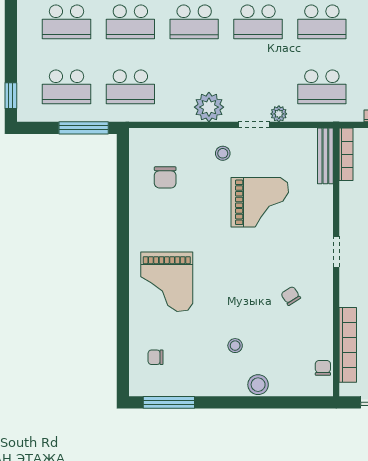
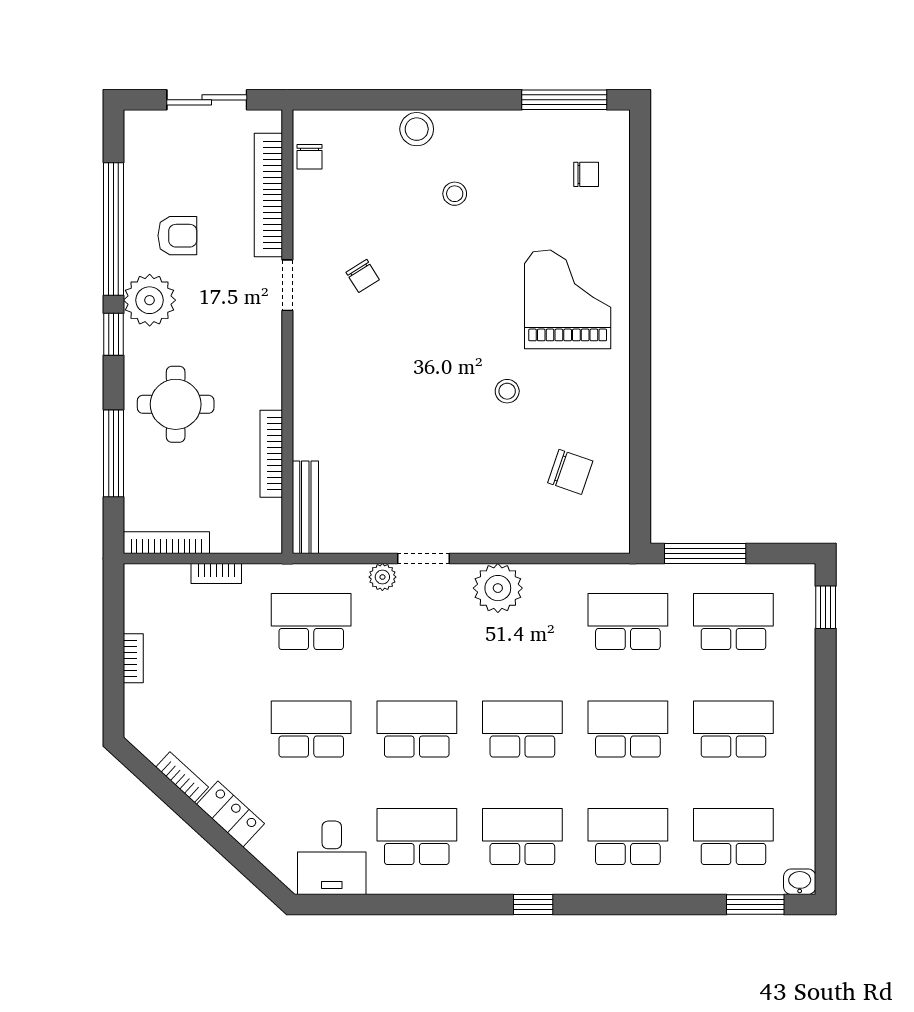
stool: (223, 153) -> (507, 391), moved
bookcase: (346, 154) -> (271, 454), moved
chair: (165, 177) -> (570, 472), turned 109
grand piano: (260, 202) -> (414, 431), removed
doorway: (336, 252) -> (287, 285), moved

